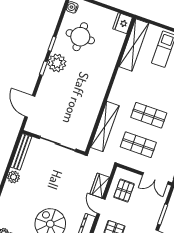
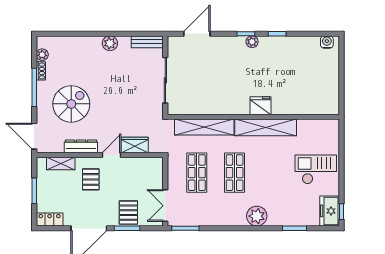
fridge: (122, 23) -> (260, 106), moved
round table: (80, 37) -> (297, 63), removed
shelving: (134, 45) -> (266, 127), moved
plant: (57, 63) -> (252, 42), width x0.53, depth x0.53
bench: (21, 152) -> (147, 42), width x0.73
pallet: (124, 191) -> (128, 213), moved, turned 90

